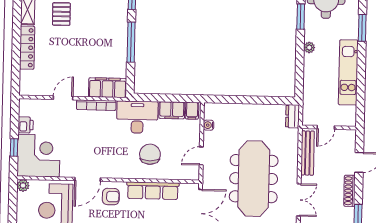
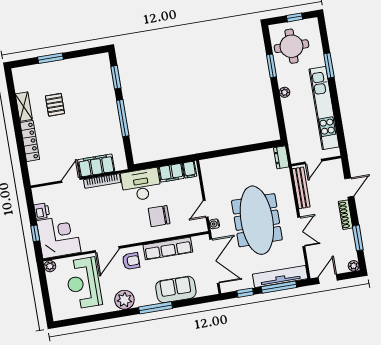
kitchen unit: (348, 72) -> (324, 108), width x1.36
filing cabinet: (108, 88) -> (96, 165), moved
water cooler: (209, 125) -> (214, 224), moved
chair: (150, 154) -> (159, 216), turned -90

